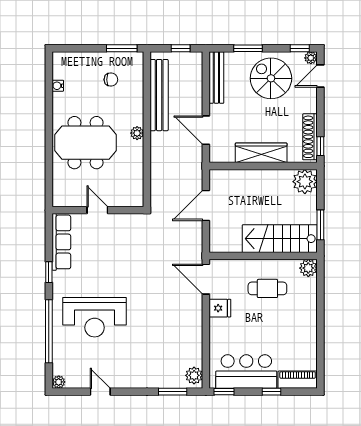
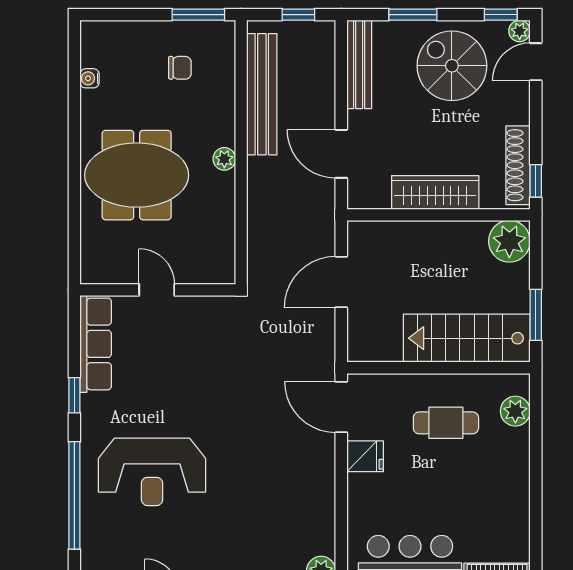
plant: (308, 268) -> (515, 411), moved

